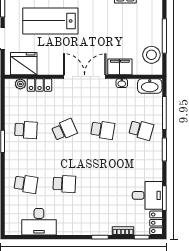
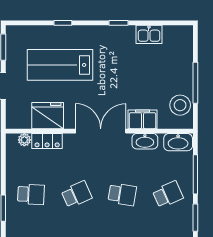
fridge: (24, 64) -> (48, 116), moved
washbasin: (122, 83) -> (145, 141), width x1.91, depth x1.45
school desk: (141, 130) -> (168, 194), turned -39

